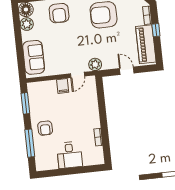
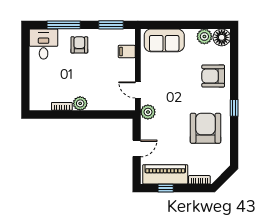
window: (156, 30) -> (166, 188), moved
filing cabinet: (63, 86) -> (127, 51), moved
plant: (94, 122) -> (80, 103), added
armchair: (45, 128) -> (79, 45), turned 90
desk: (70, 155) -> (44, 44), moved, turned 90

